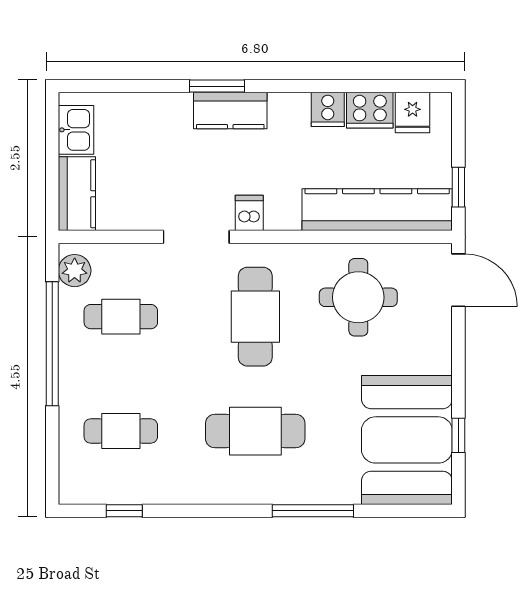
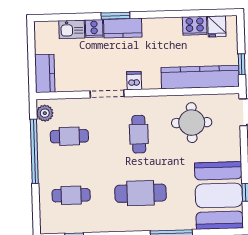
cooker: (328, 109) -> (94, 28), moved
kitchen sink: (76, 130) -> (72, 29), moved, turned 90
cafe table: (255, 317) -> (139, 134), width x0.73, depth x0.74

